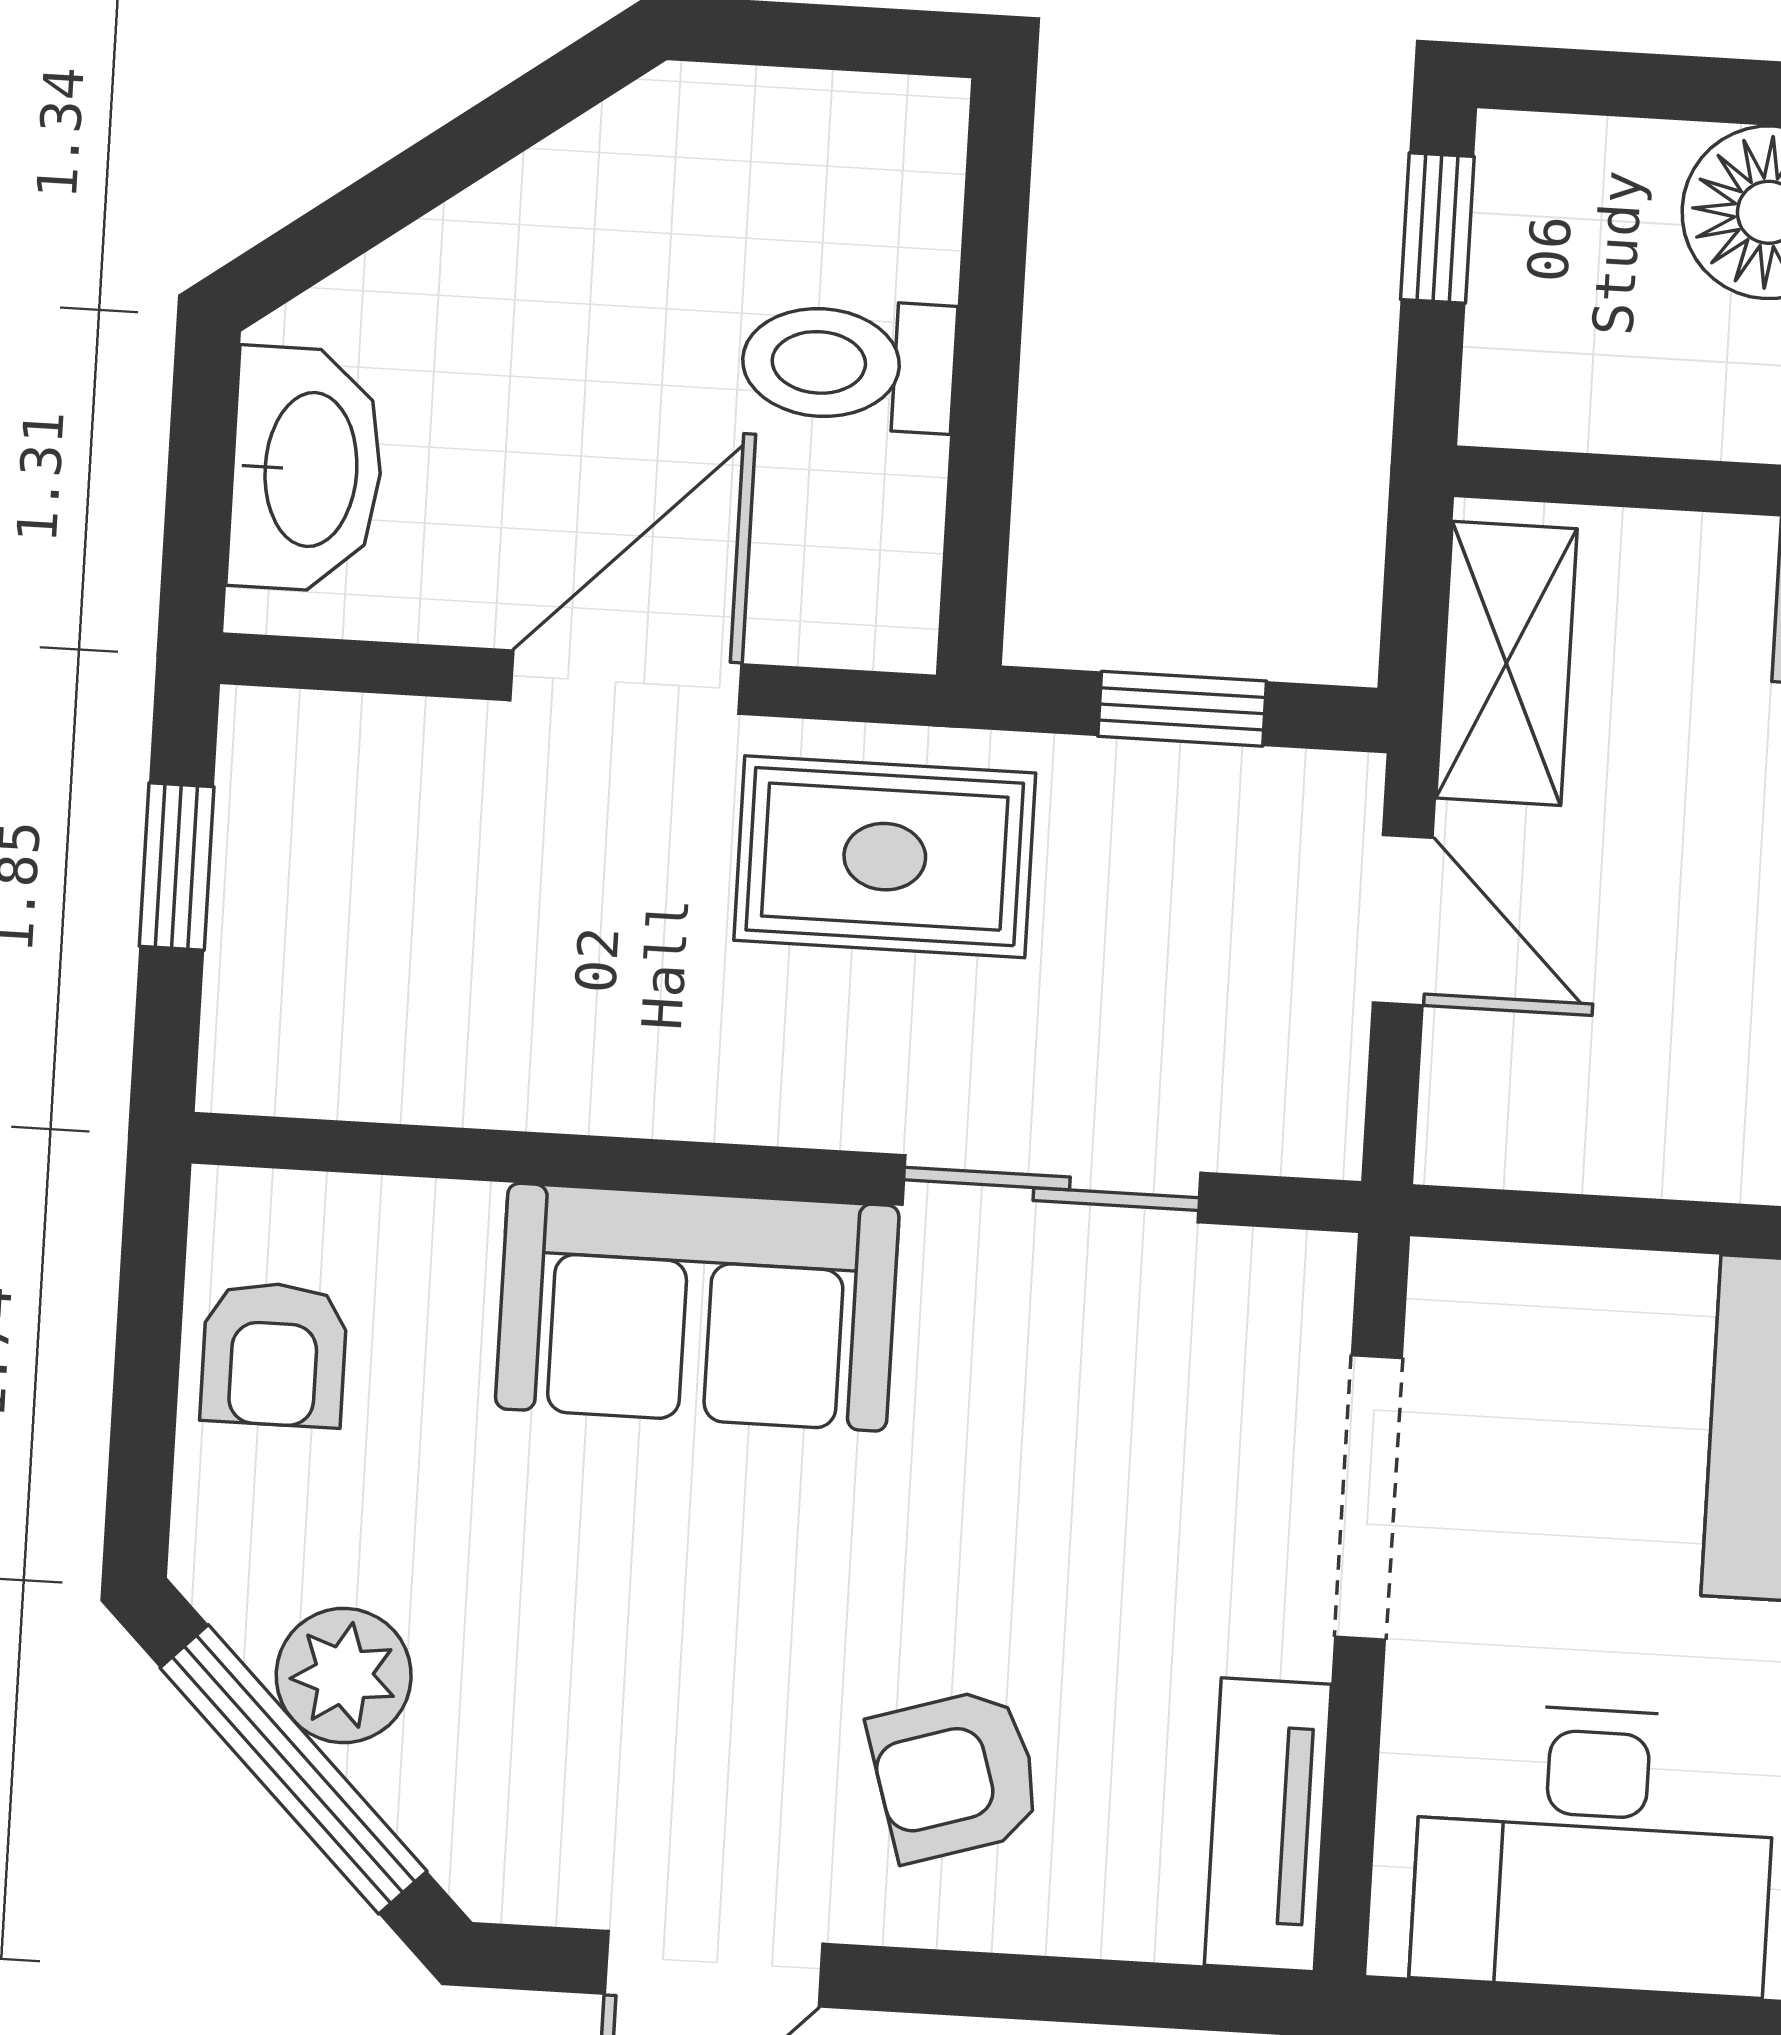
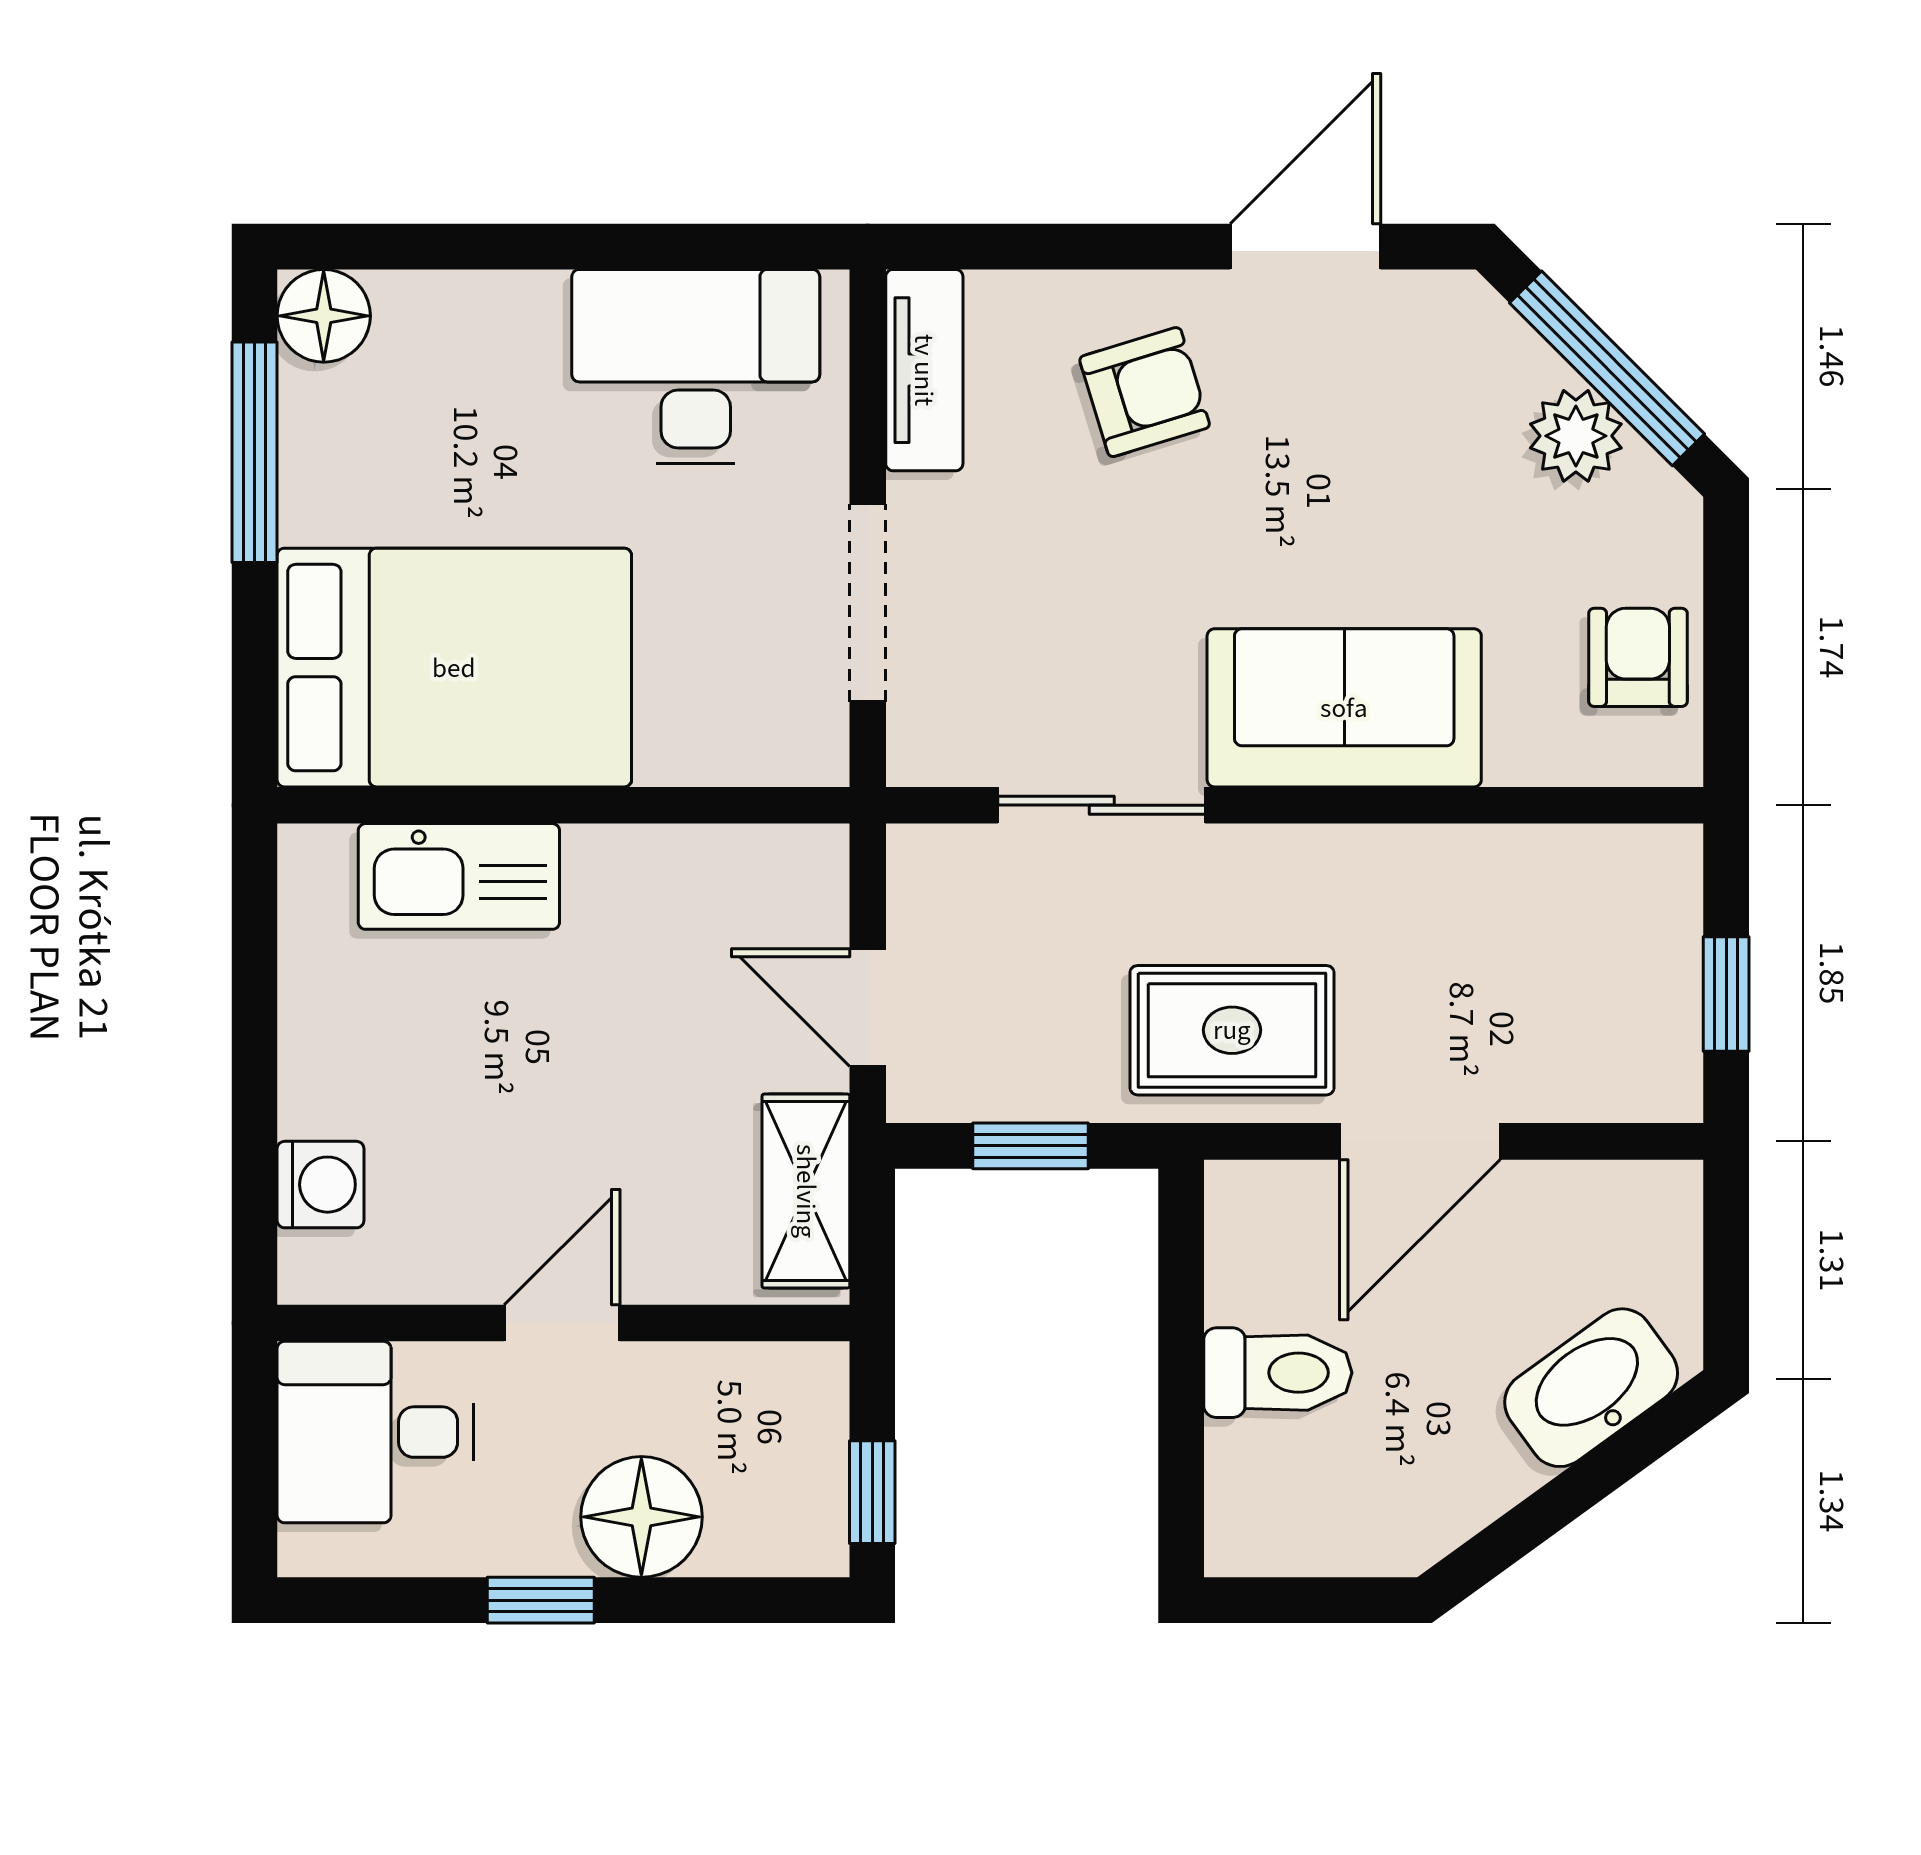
washbasin: (307, 469) -> (1591, 1388), moved, turned 54

